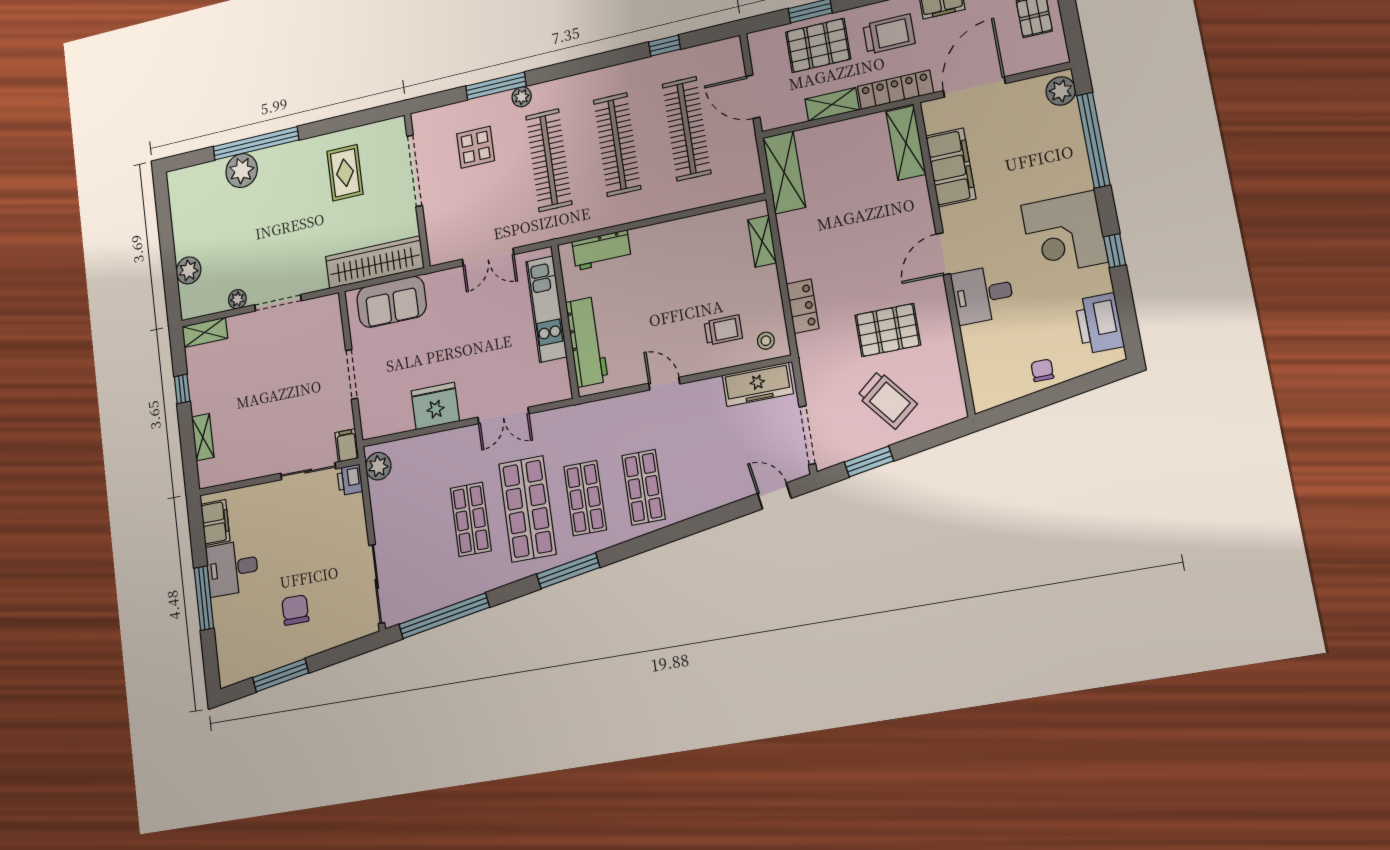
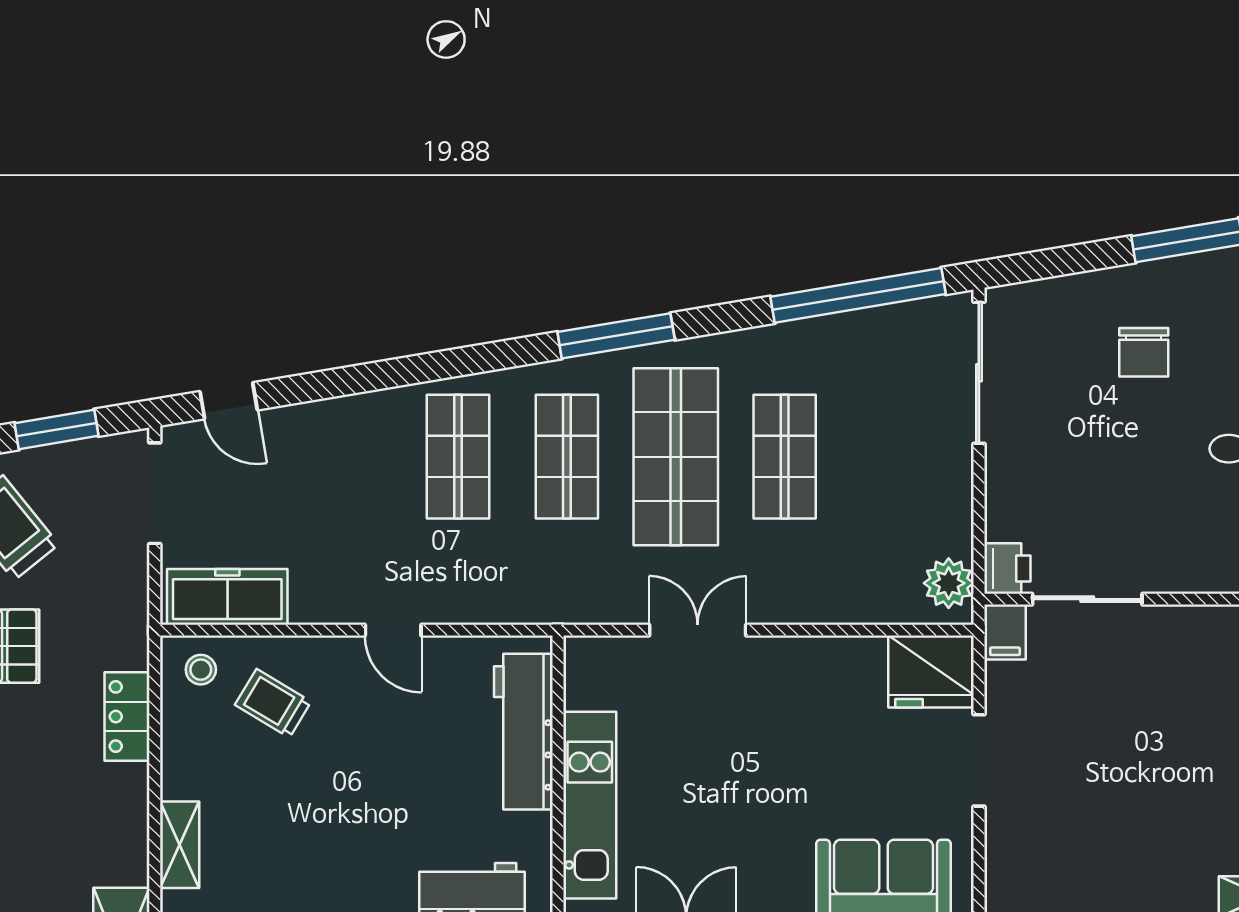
trolley: (723, 330) -> (273, 703), turned 31
fridge: (435, 406) -> (931, 672), moved

